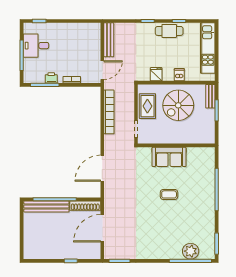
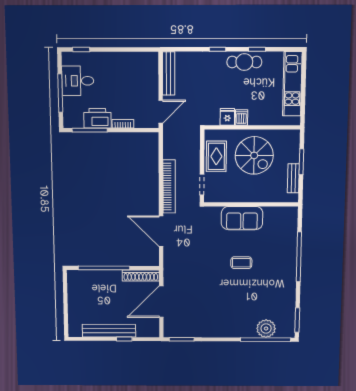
dishwasher: (179, 75) -> (241, 117), moved
printer: (51, 78) -> (97, 118), width x1.87, depth x1.48
bench: (210, 96) -> (293, 178), moved
spiral stairs: (178, 105) -> (254, 155), turned -90
bookcase: (109, 112) -> (169, 186), moved
door: (102, 168) -> (161, 231), hinge flipped
bench: (46, 207) -> (109, 331), moved

